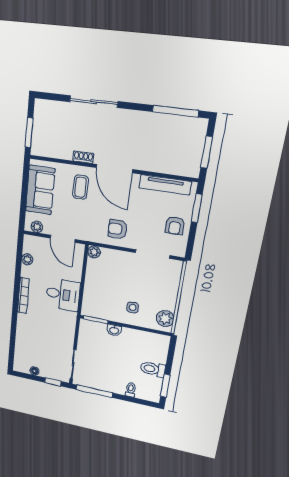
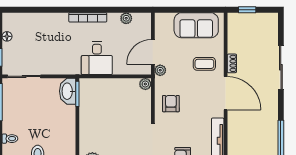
window: (29, 133) -> (247, 10), width x0.67
door: (114, 169) -> (226, 93), swing flipped
plant: (37, 227) -> (160, 70), moved
side table: (133, 307) -> (97, 128), removed
washbasin: (114, 330) -> (68, 91), moved, width x1.91, depth x1.45

